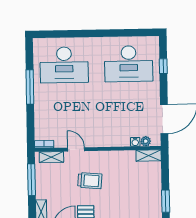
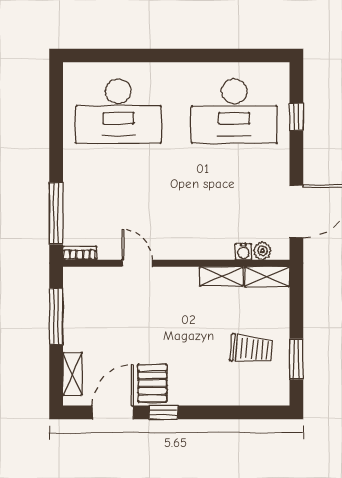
window: (30, 87) -> (56, 213), moved
shelving: (51, 157) -> (221, 276), moved
trolley: (90, 181) -> (251, 349), moved

